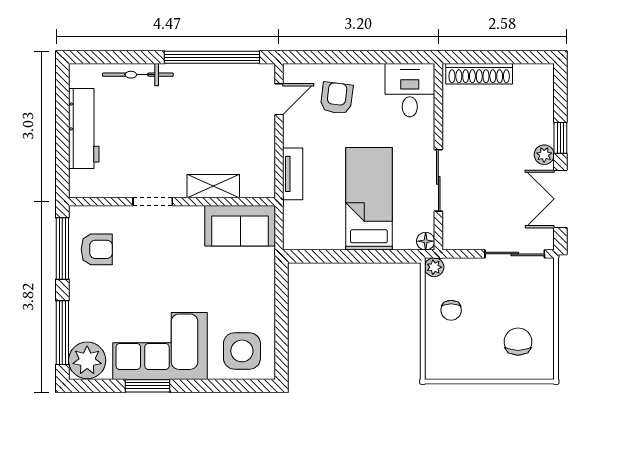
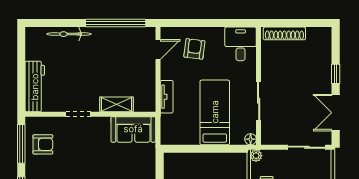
workbench: (84, 128) -> (35, 87), moved
plant: (544, 155) -> (325, 85), removed

